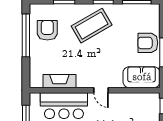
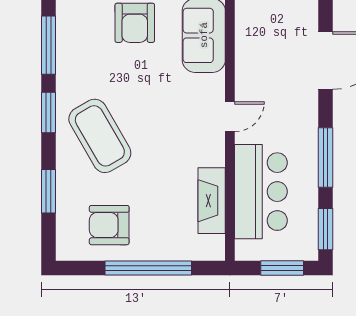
window: (26, 35) -> (148, 268), moved

